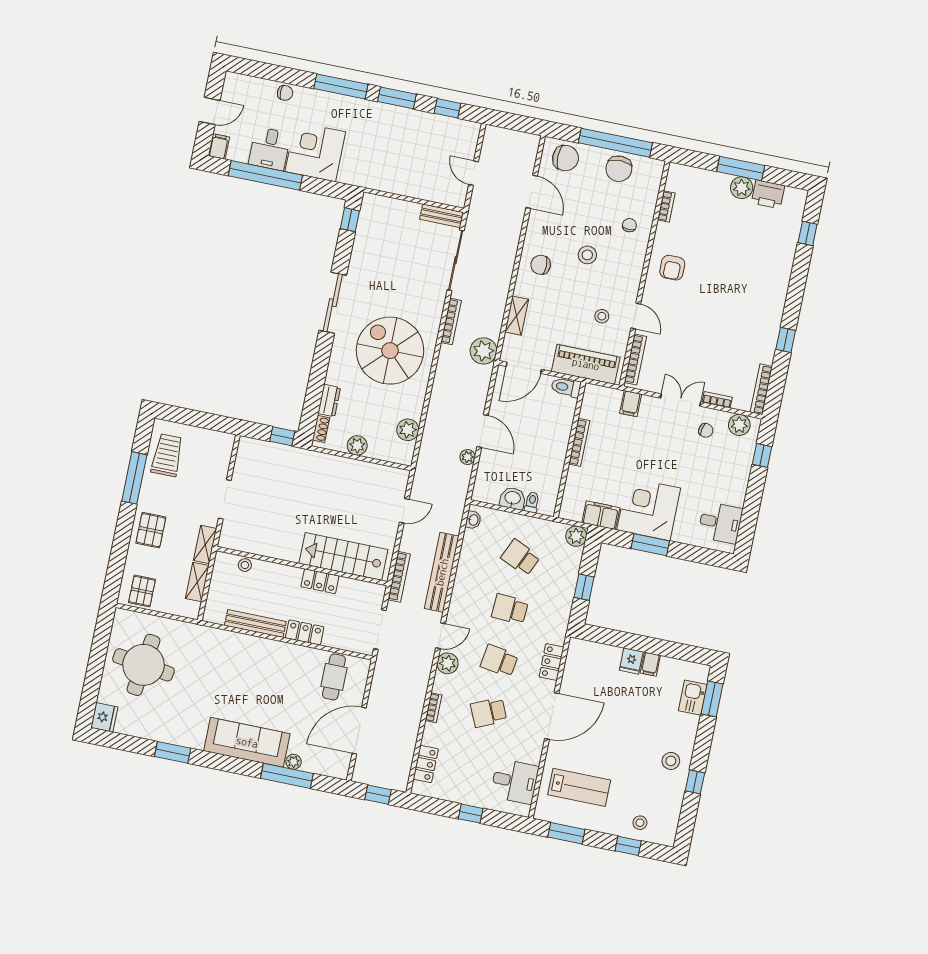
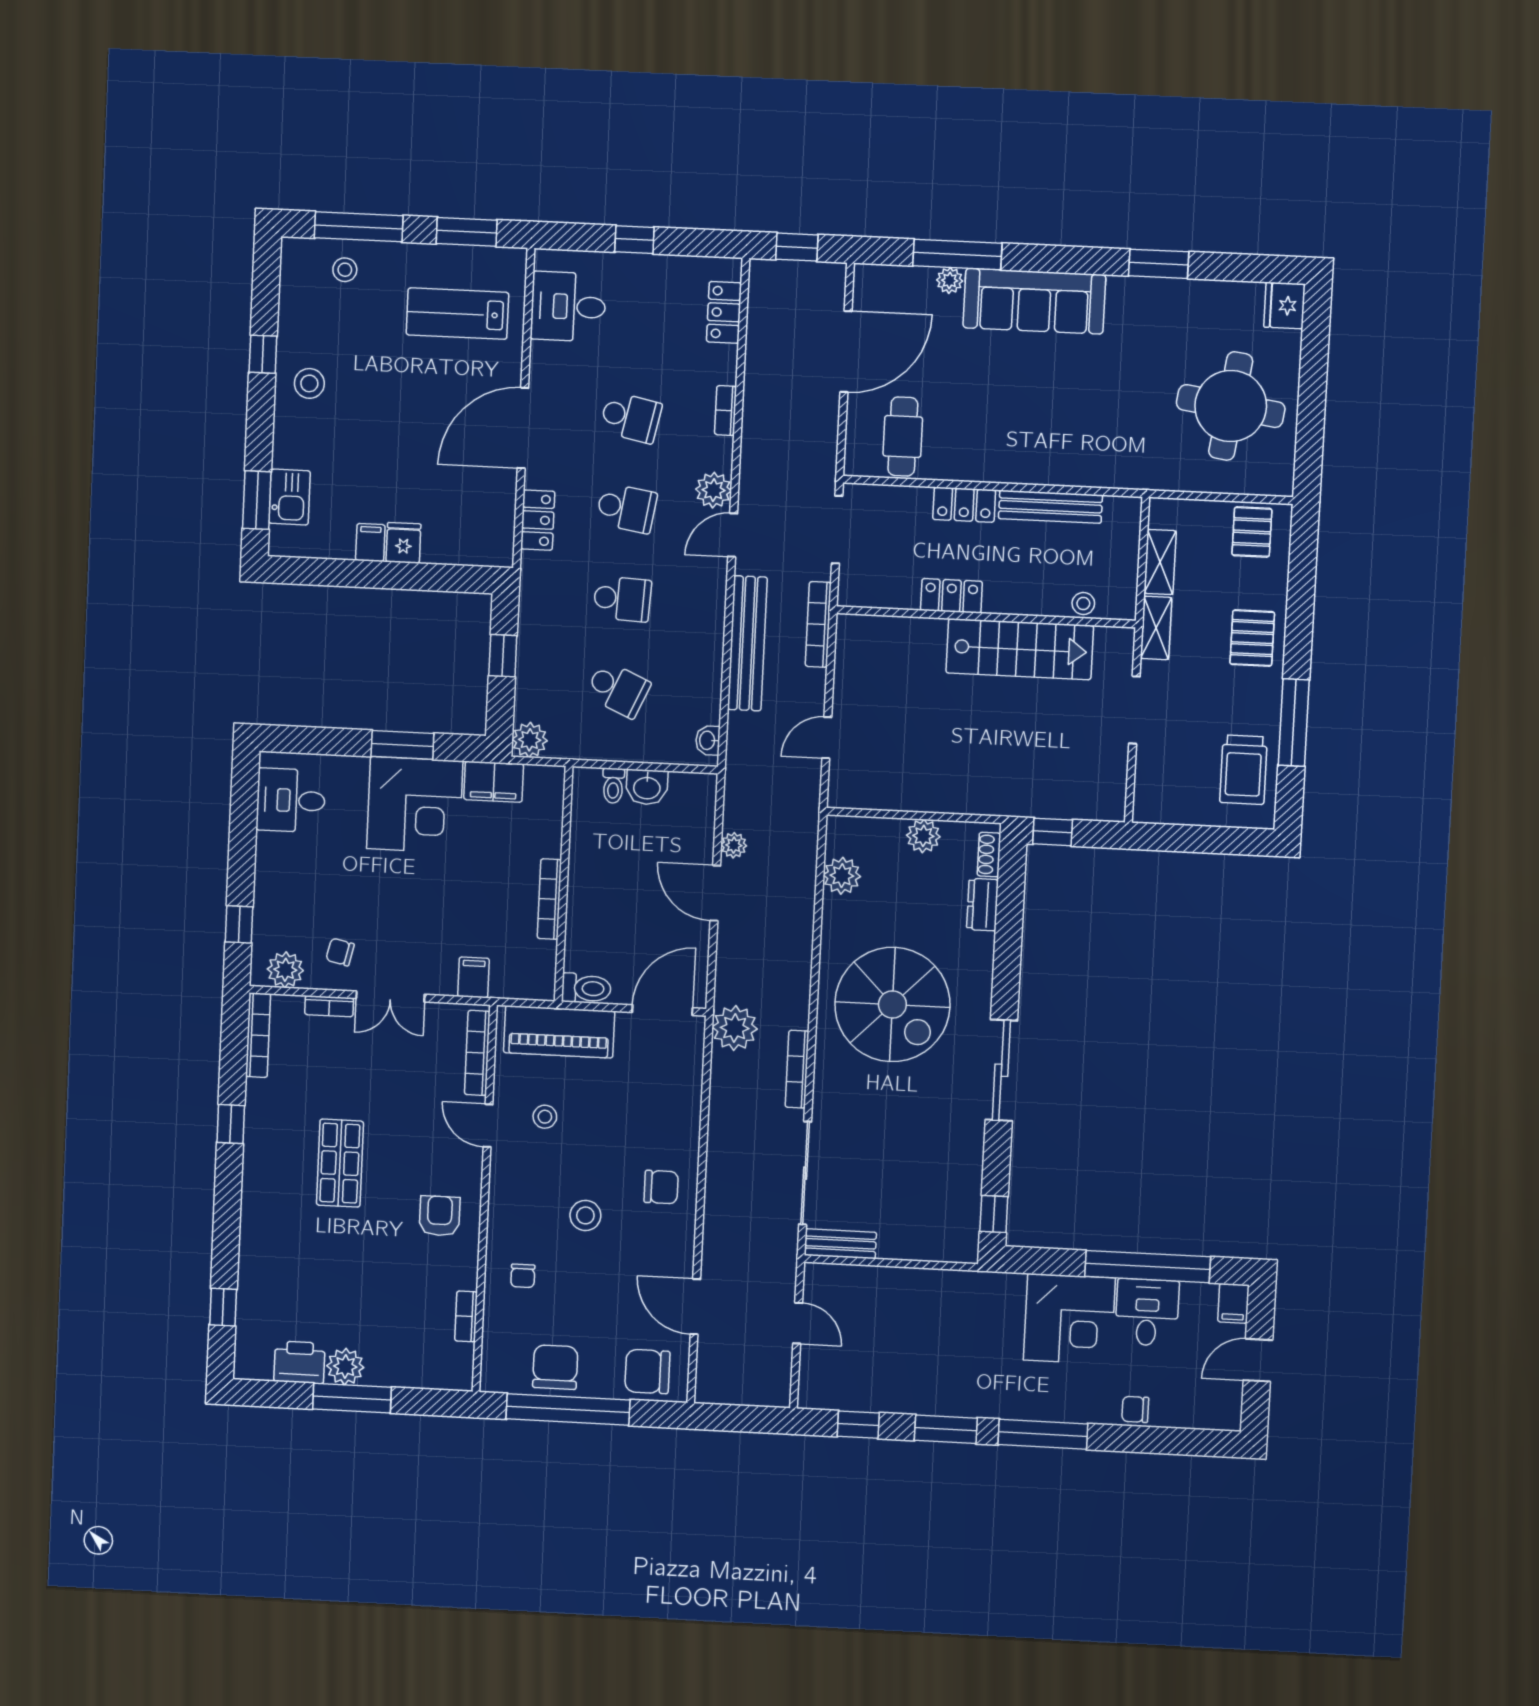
shop shelf: (726, 307) -> (340, 1163), added
shelving: (517, 316) -> (688, 1096), removed
stairs: (343, 556) -> (1020, 649), moved
school desk: (489, 712) -> (631, 417), turned 36
window: (628, 846) -> (359, 227), width x2.17

